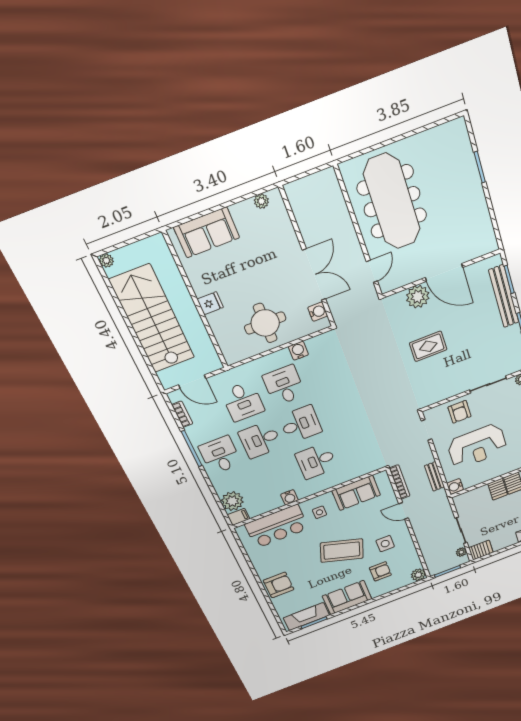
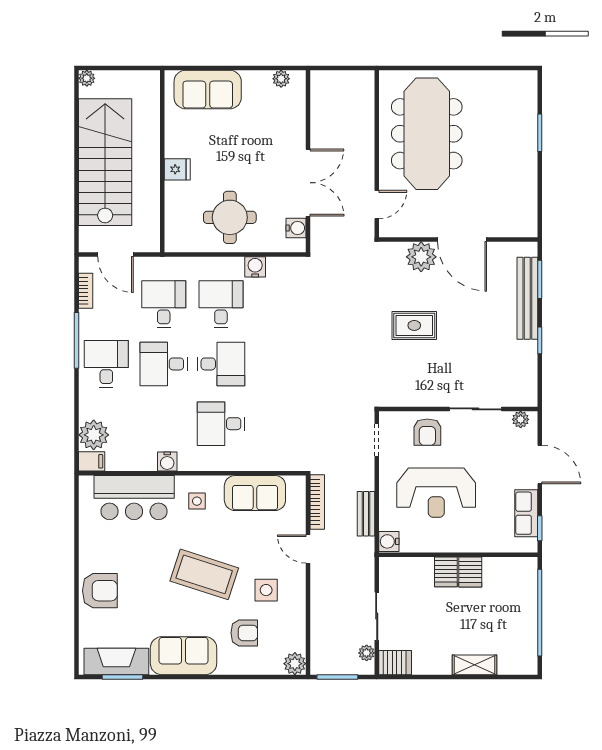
desk: (243, 401) -> (164, 304), turned 180

